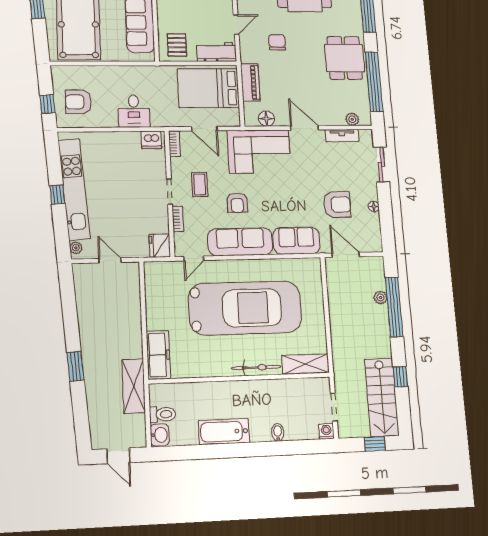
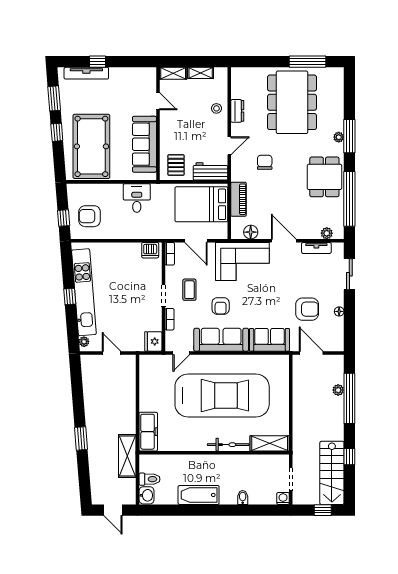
plant: (357, 16) -> (339, 137), added
desk: (134, 111) -> (137, 198), moved, turned 180

